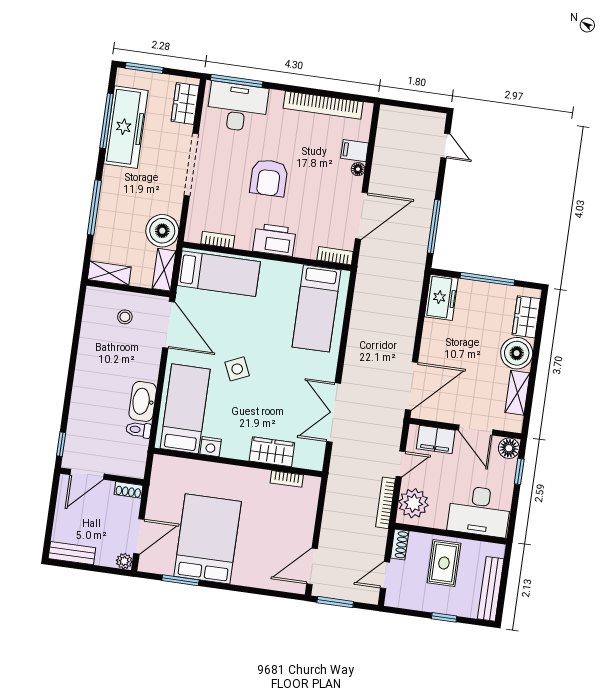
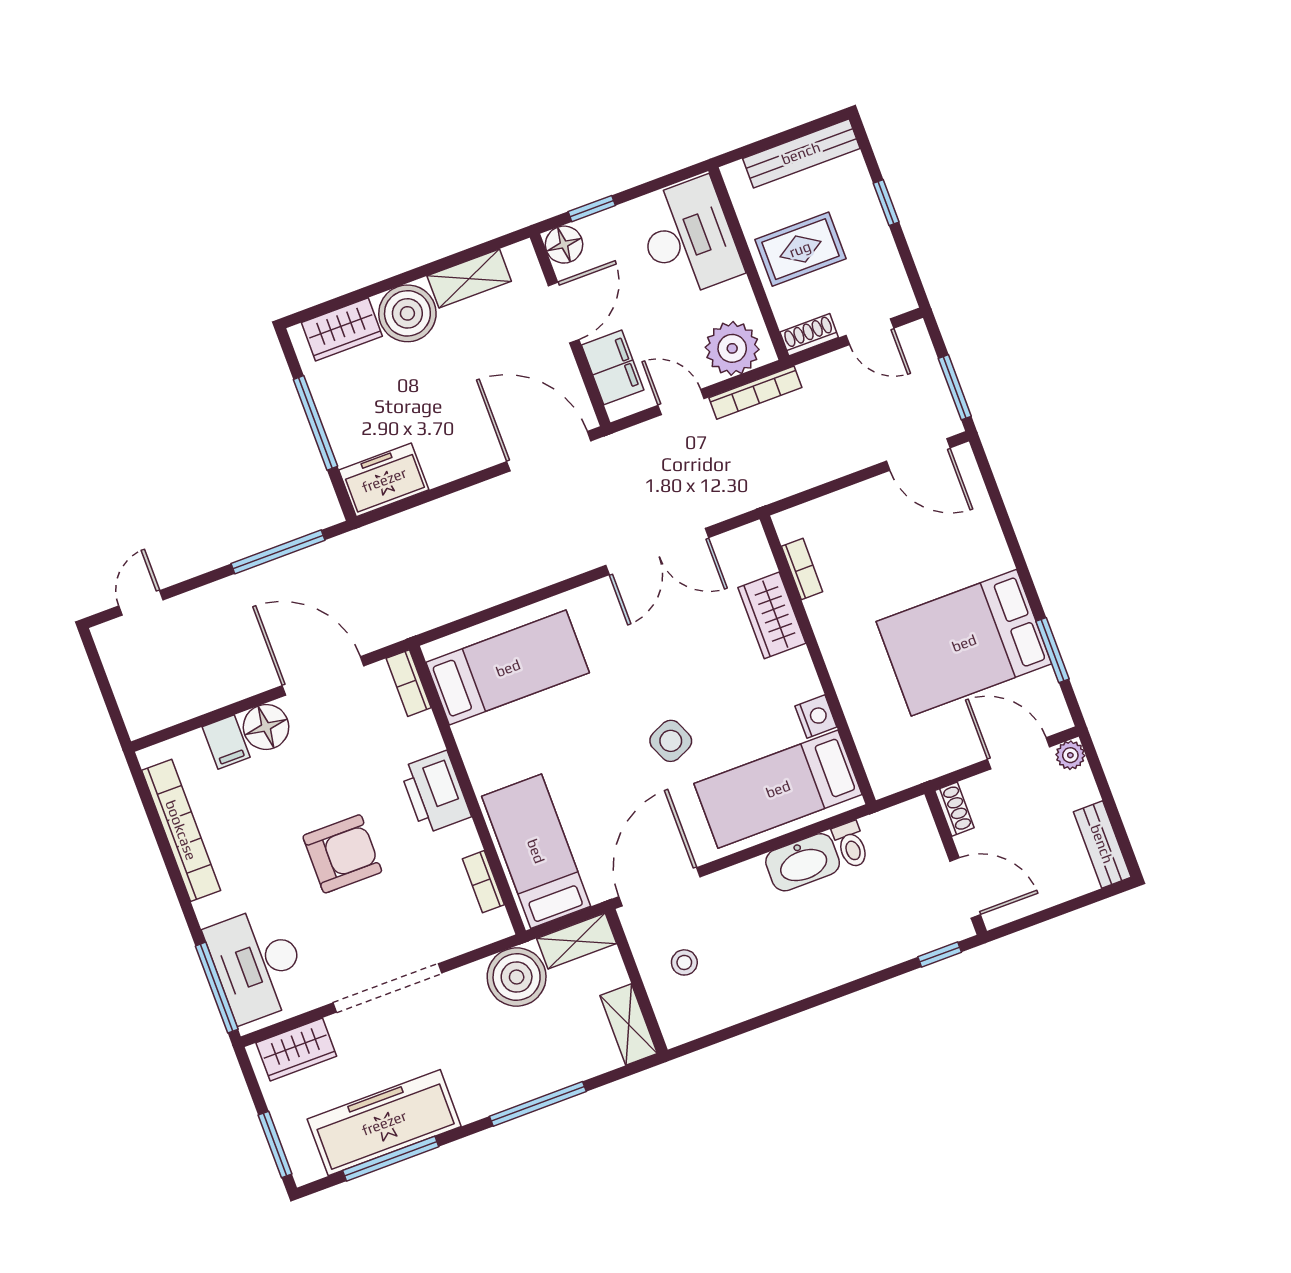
floor lamp: (358, 169) -> (266, 727), width x1.89, depth x1.89

